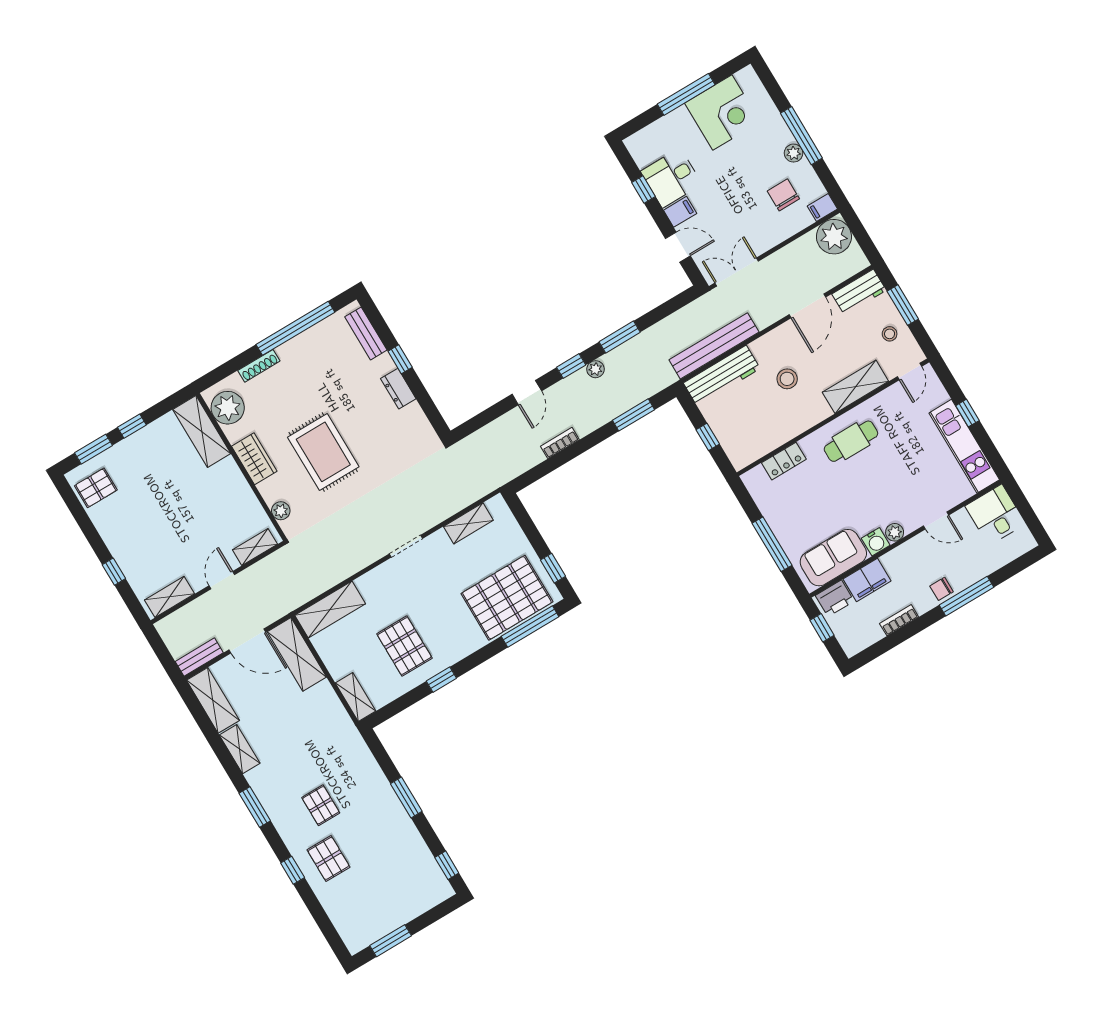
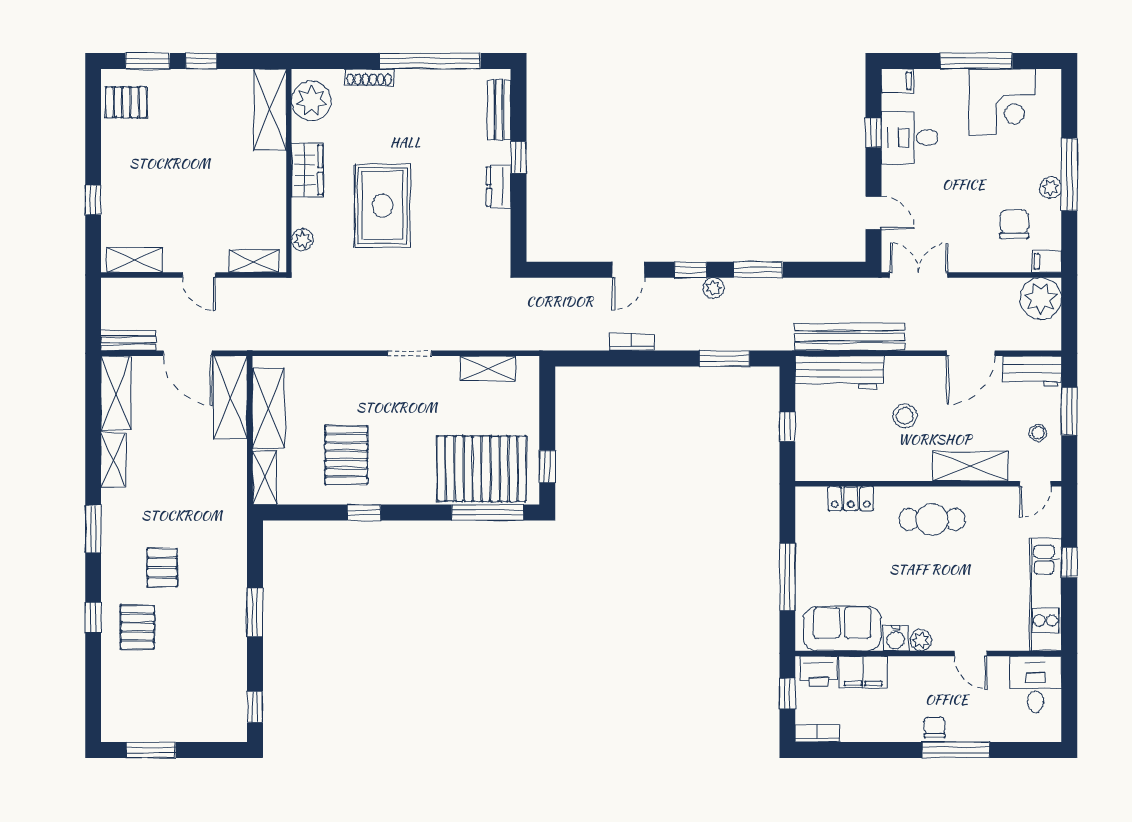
filing cabinet: (680, 212) -> (898, 81), moved
door: (222, 580) -> (199, 275), swing flipped
chair: (942, 589) -> (934, 727), turned 90
shelving: (330, 610) -> (268, 408), moved, turned 90
bookcase: (899, 620) -> (817, 733), moved

